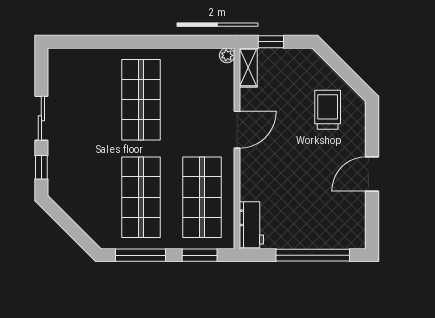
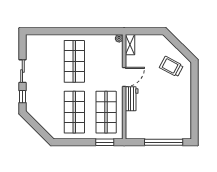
window: (271, 42) -> (142, 31), removed
trolley: (328, 110) -> (171, 67), turned -62
door: (372, 174) -> (194, 100), removed
workbench: (251, 225) -> (132, 99), moved
window: (141, 255) -> (74, 142), removed

